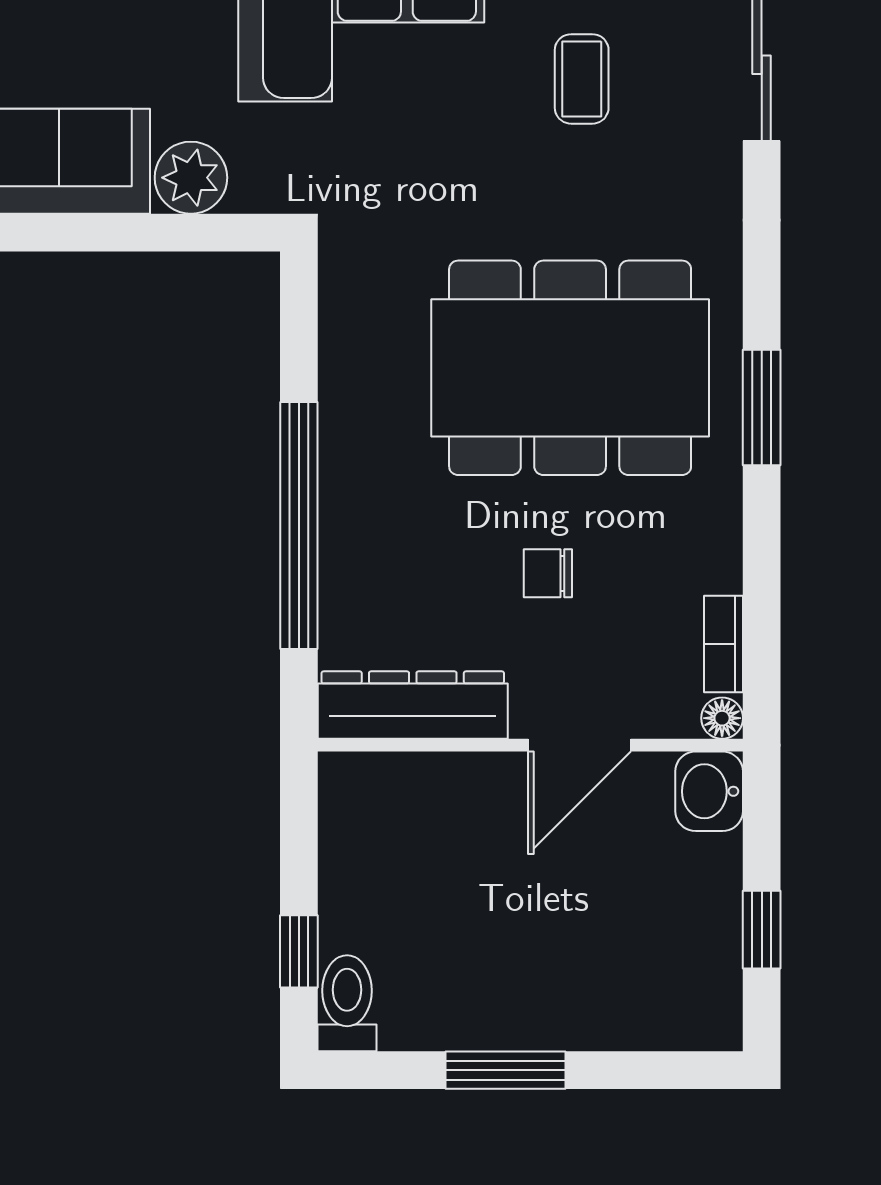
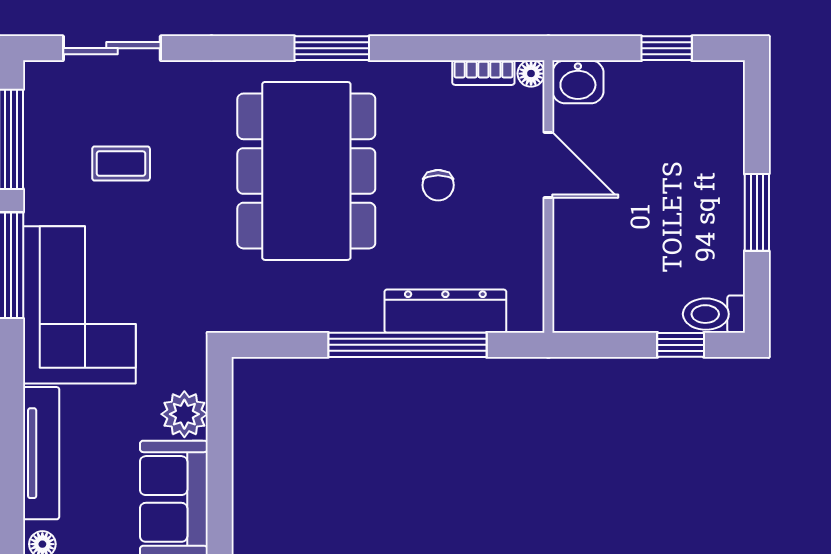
dresser: (413, 705) -> (445, 311), moved, turned 90

